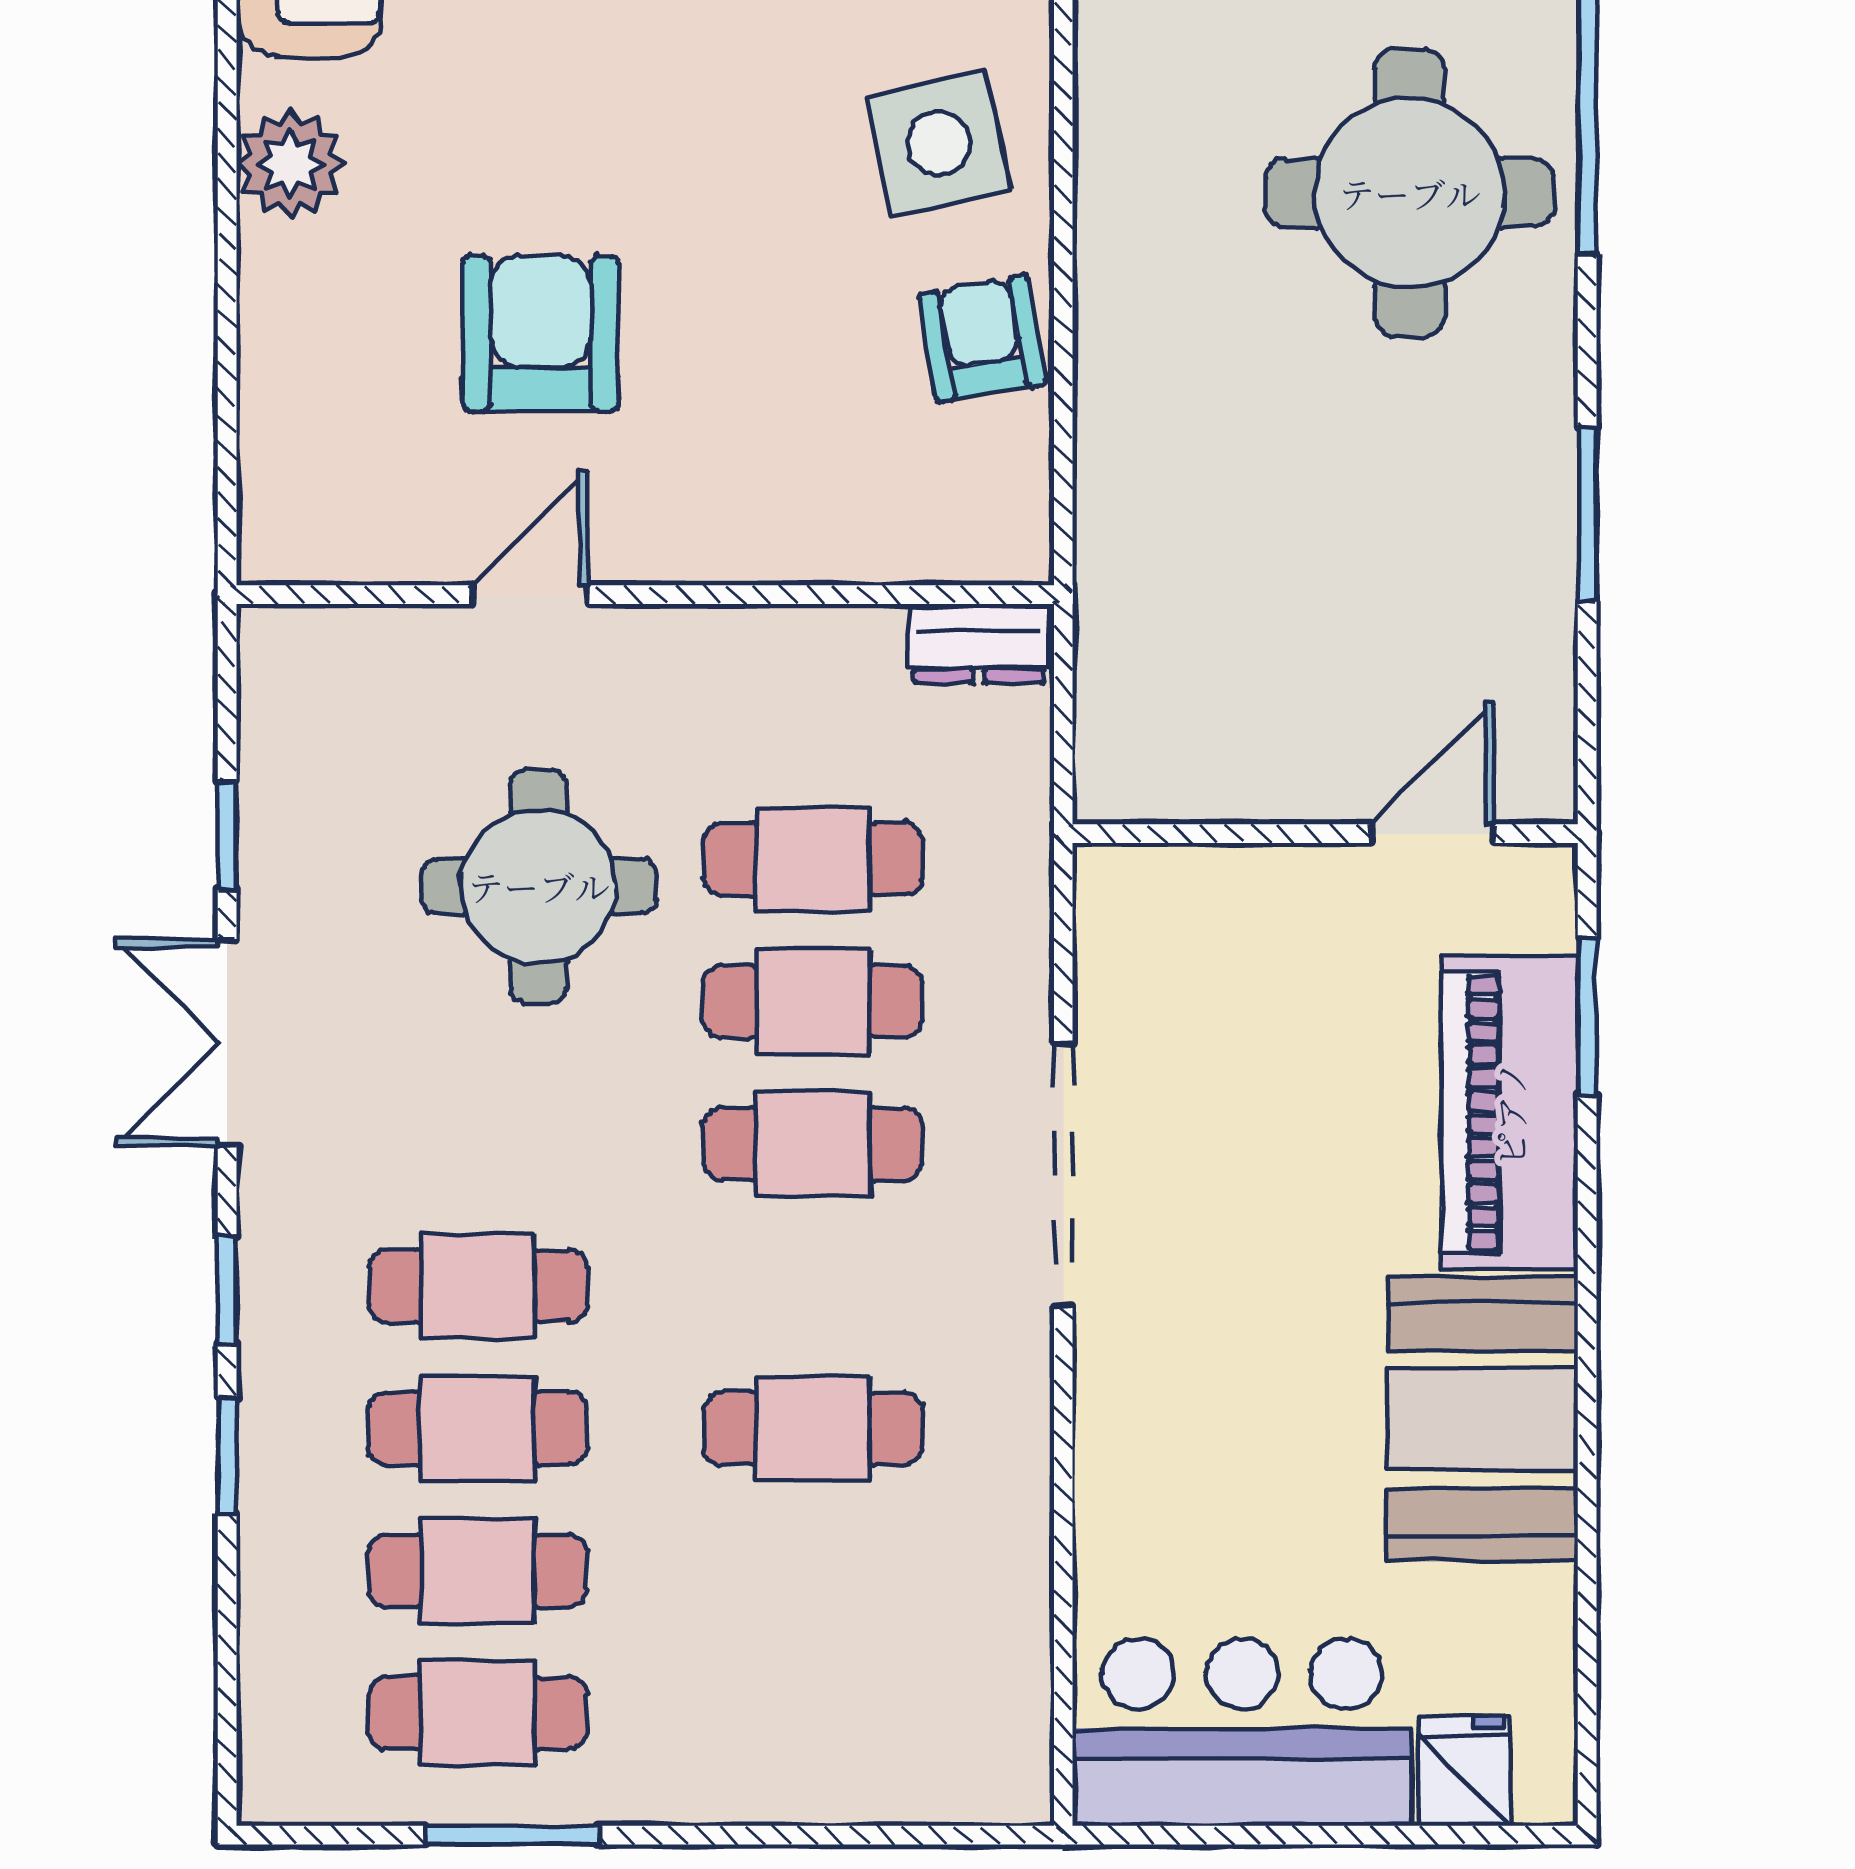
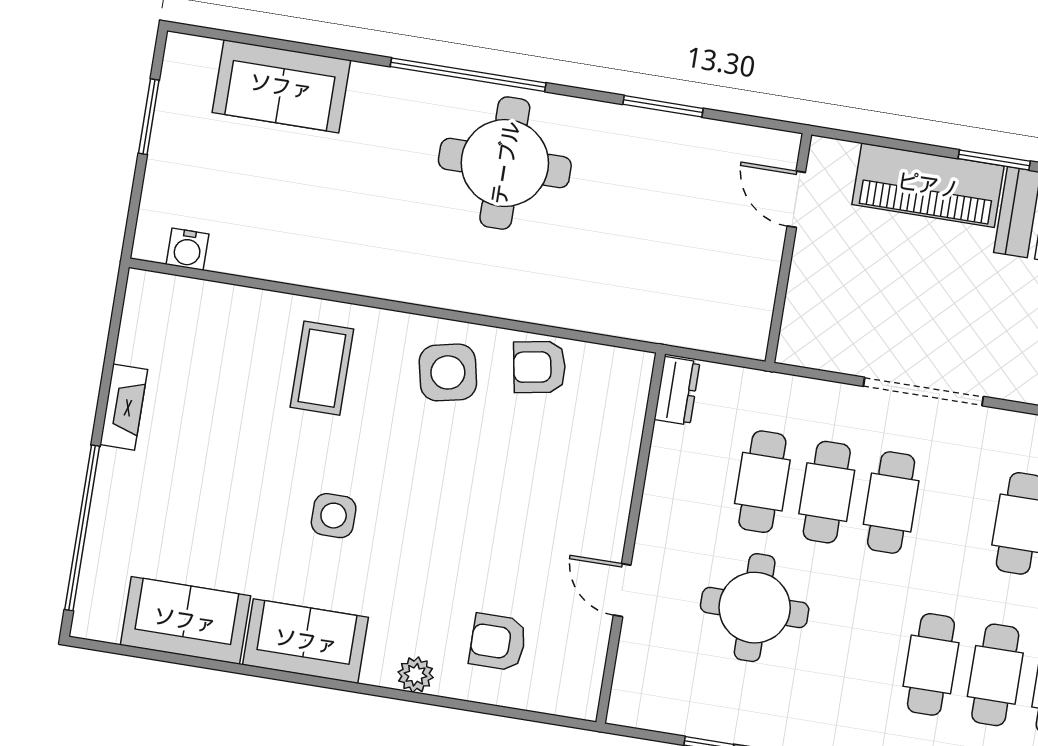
plant: (290, 164) -> (416, 675), width x0.73, depth x0.73
armchair: (540, 333) -> (498, 642), moved, width x0.72, depth x0.72
window: (1587, 1017) -> (994, 160), moved

